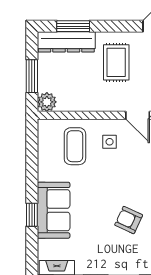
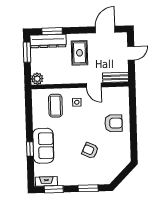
window: (32, 76) -> (27, 52), moved

